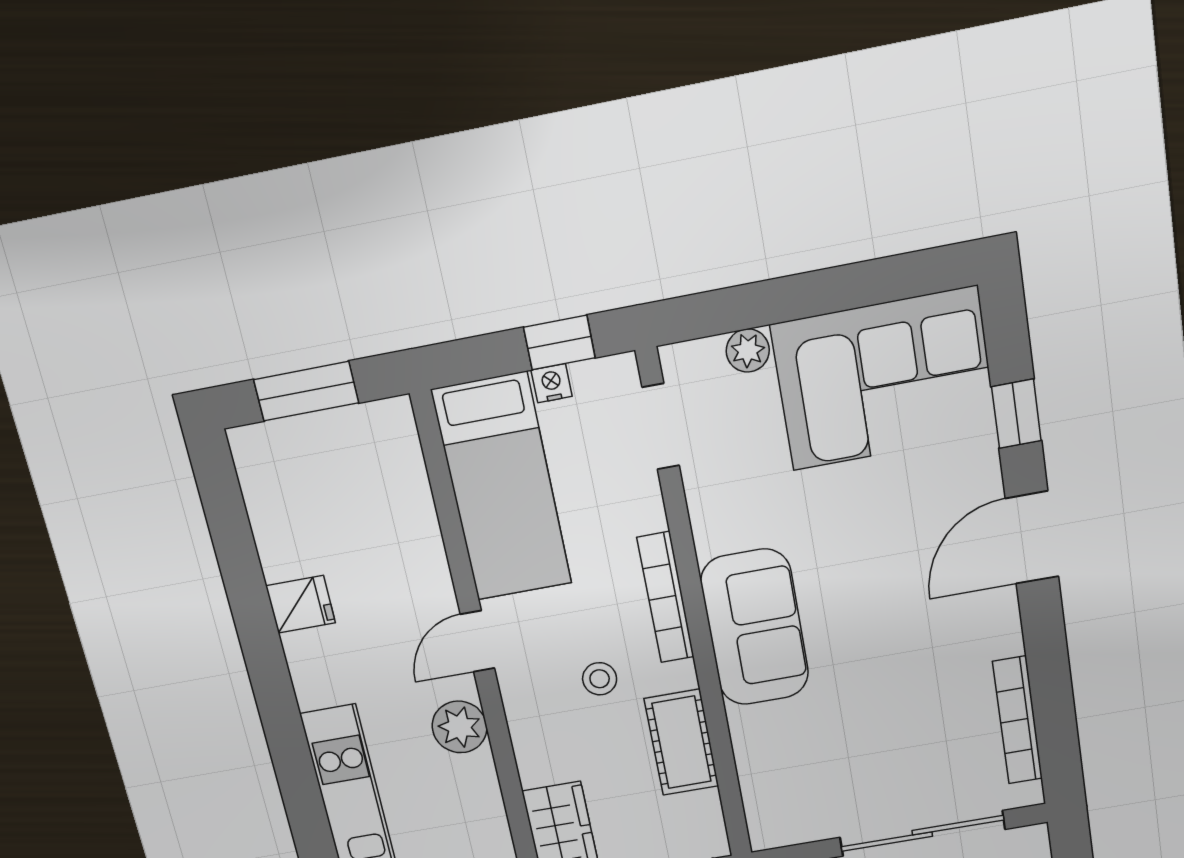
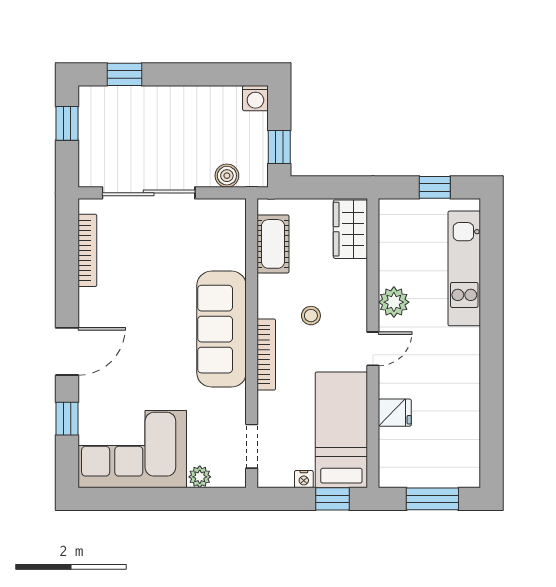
window: (559, 343) -> (332, 499), moved
fridge: (301, 604) -> (395, 413), moved, turned 180
sofa: (755, 627) -> (221, 329), width x1.36
cot: (682, 742) -> (273, 244), moved

